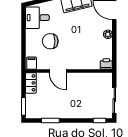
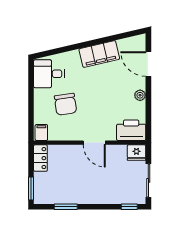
chair: (50, 41) -> (65, 104), turned -98
printer: (106, 64) -> (131, 130), width x1.87, depth x1.48
door: (58, 71) -> (94, 143), moved
fridge: (105, 79) -> (136, 153), added

